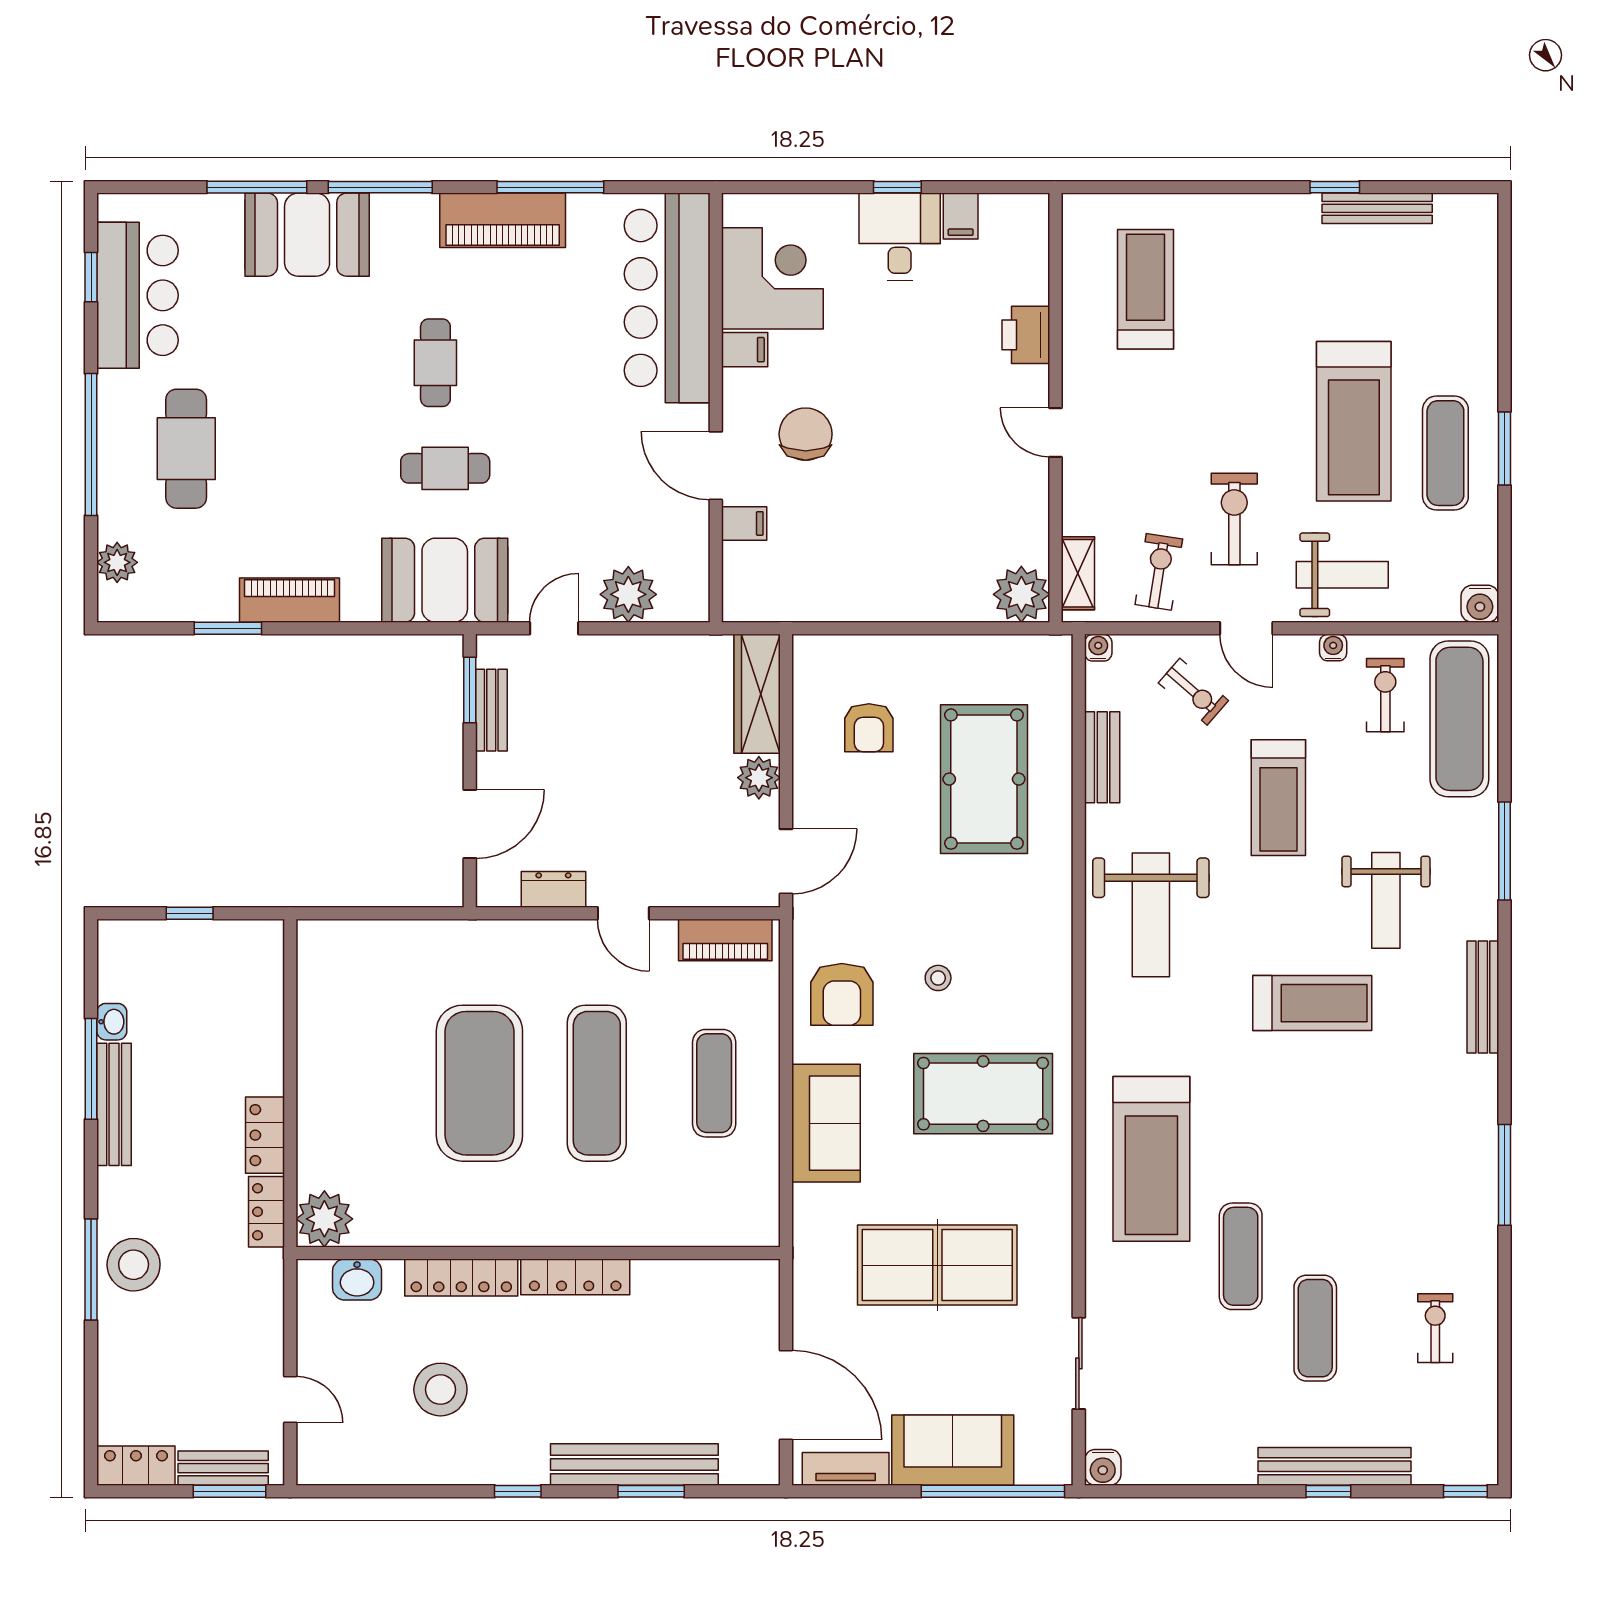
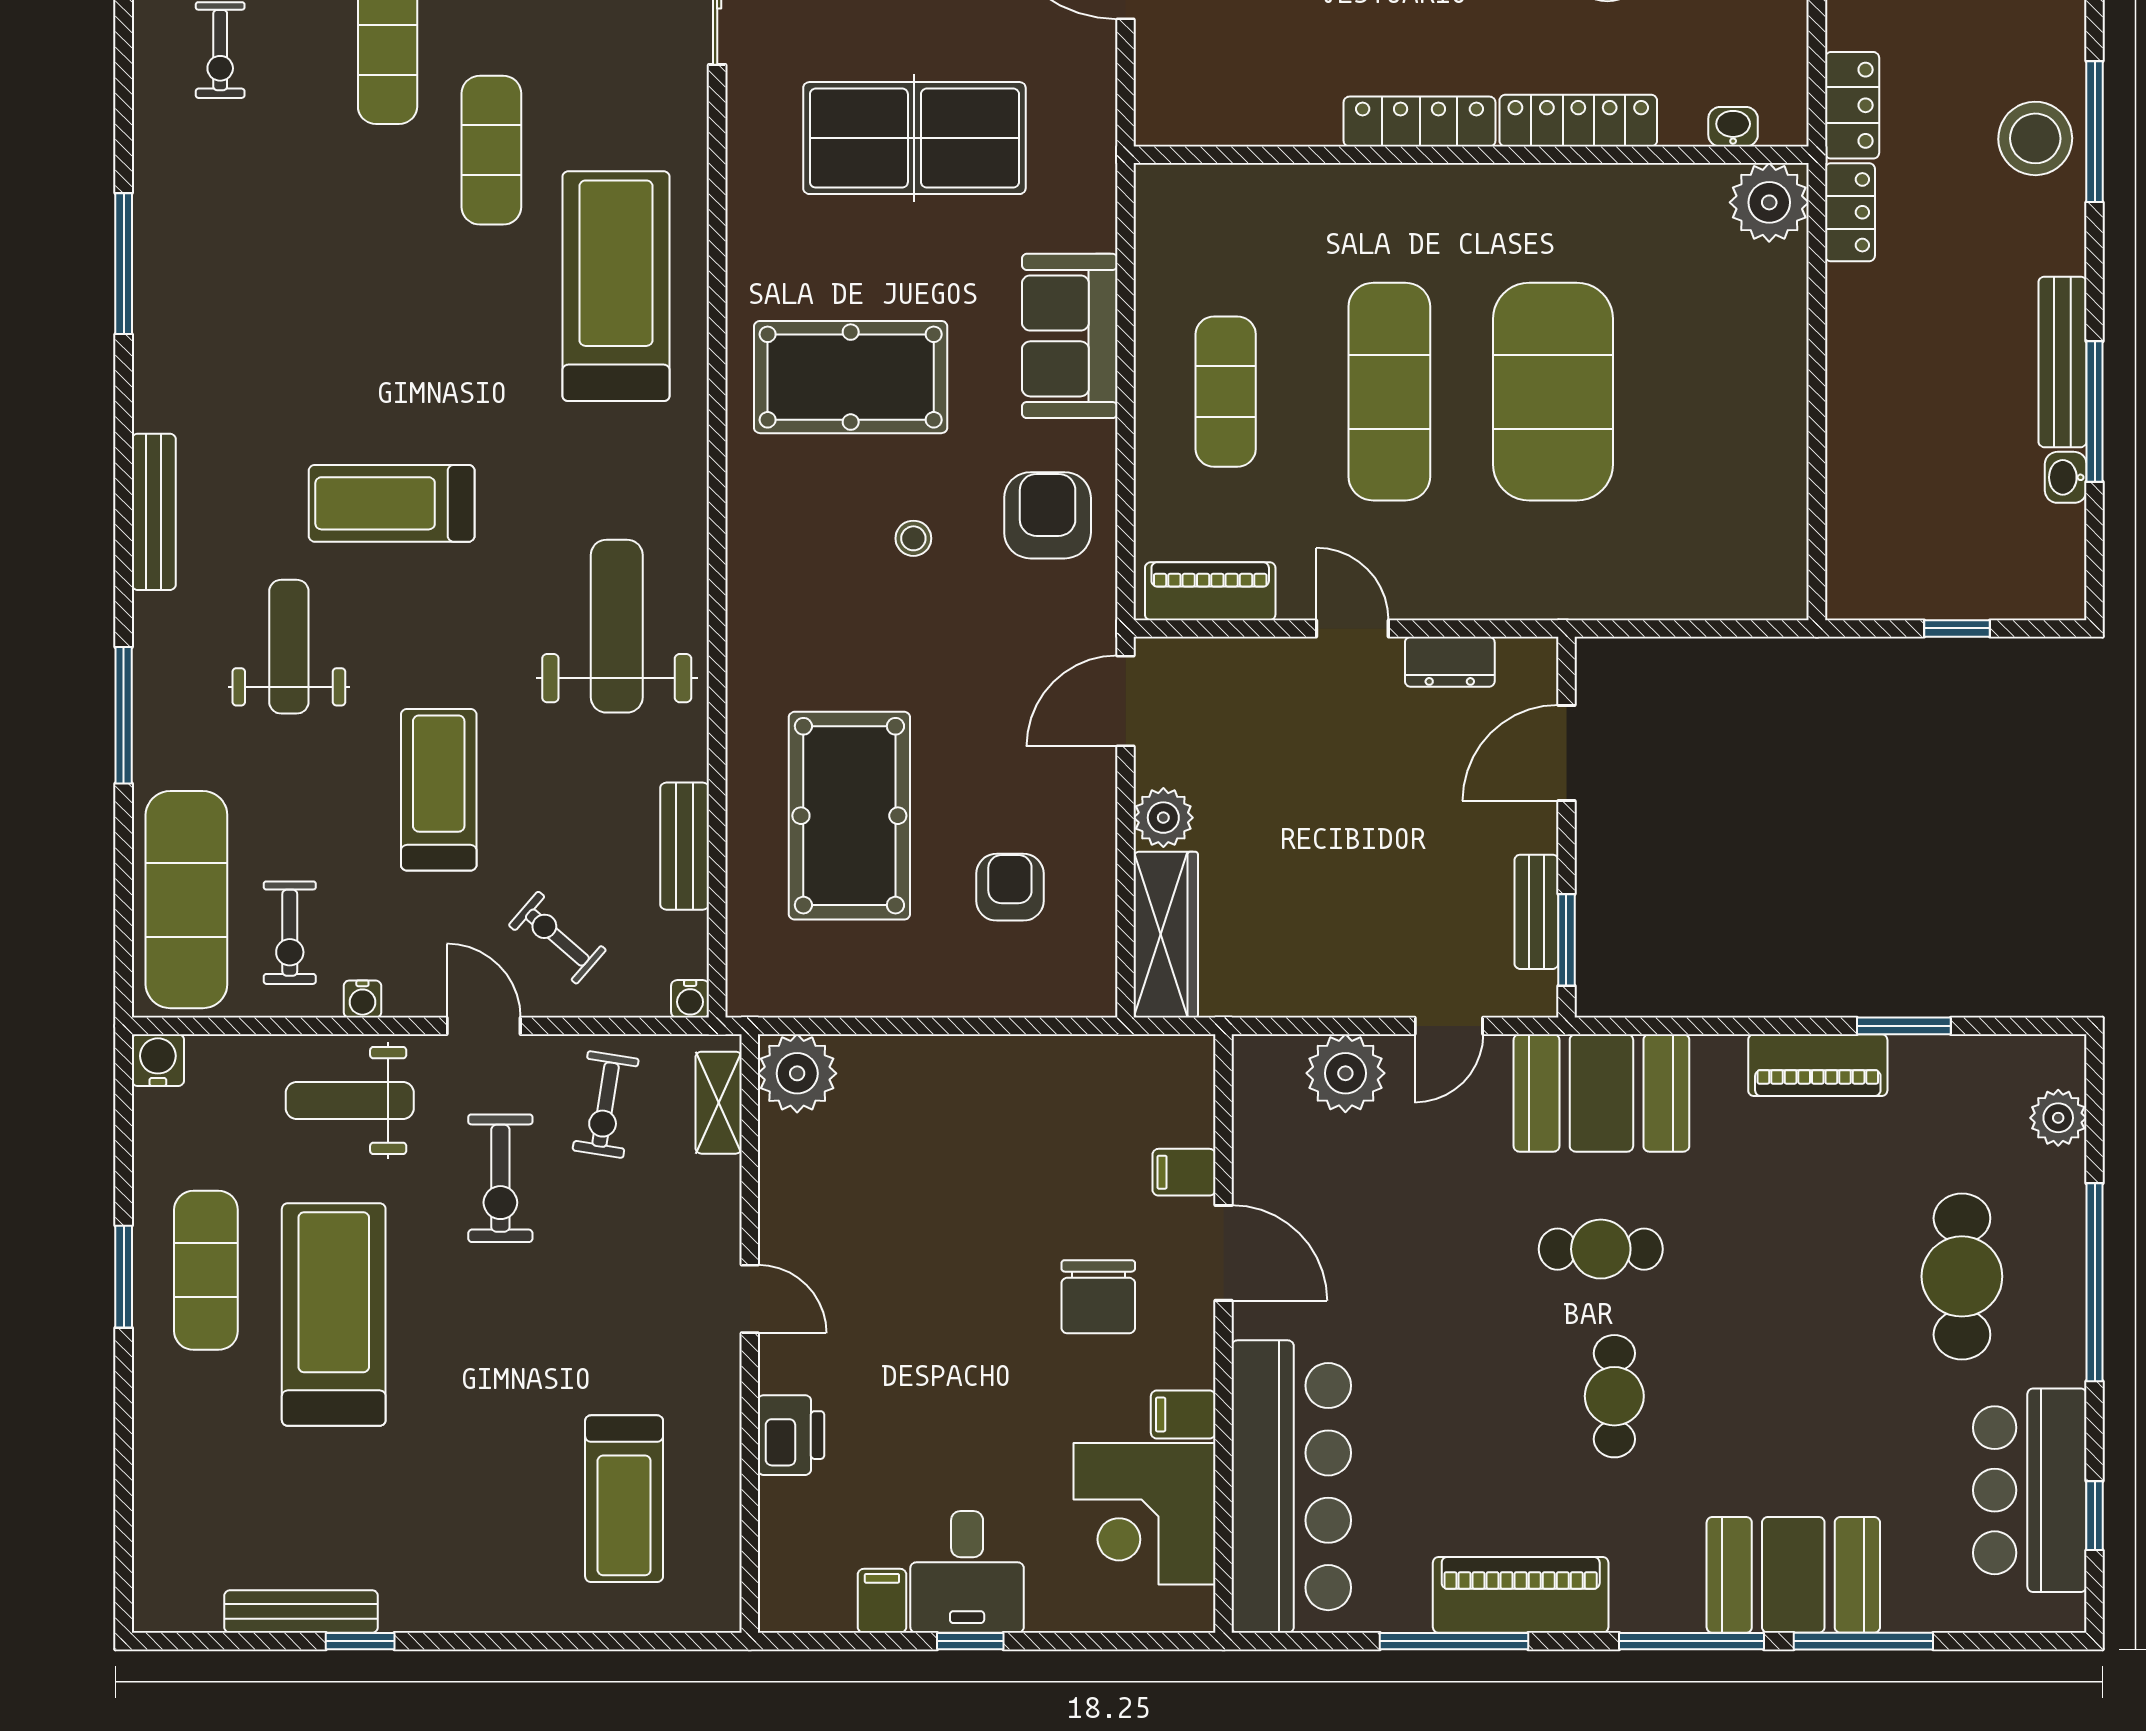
locker: (265, 1135) -> (1852, 105), moved
washbasin: (357, 1280) -> (1733, 127), width x0.72, depth x0.69

